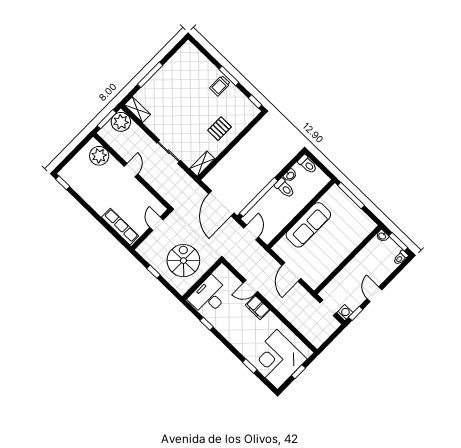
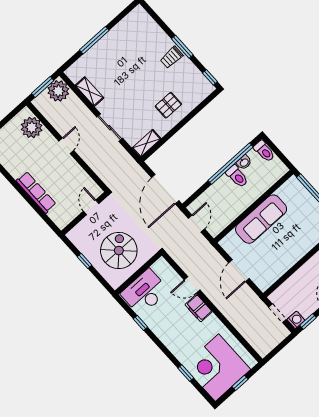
shelving: (137, 110) -> (90, 92), moved
window: (259, 197) -> (230, 164), moved
row of seats: (120, 227) -> (36, 192), moved

